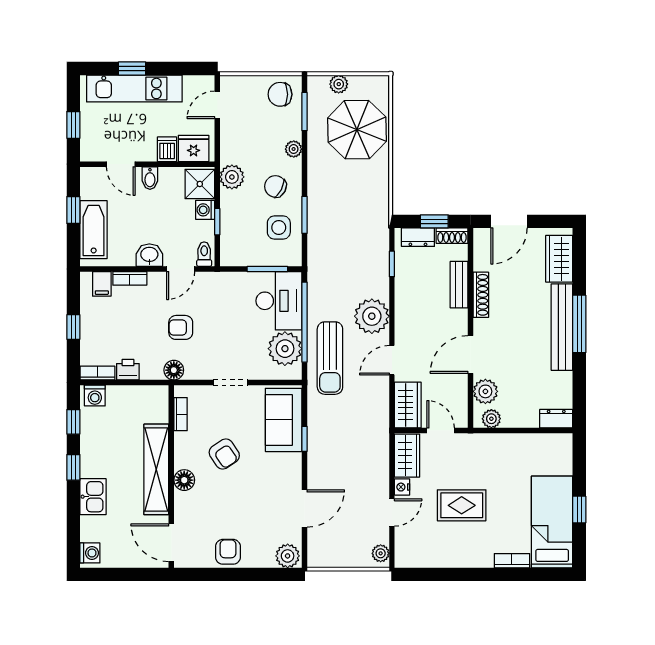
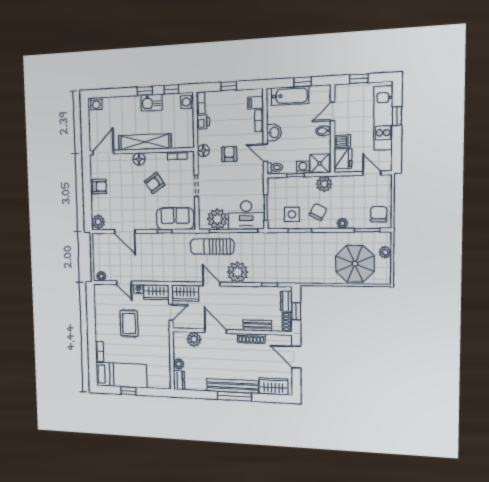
plant: (491, 419) -> (179, 364), moved
kitchen sink: (93, 497) -> (152, 103), moved

